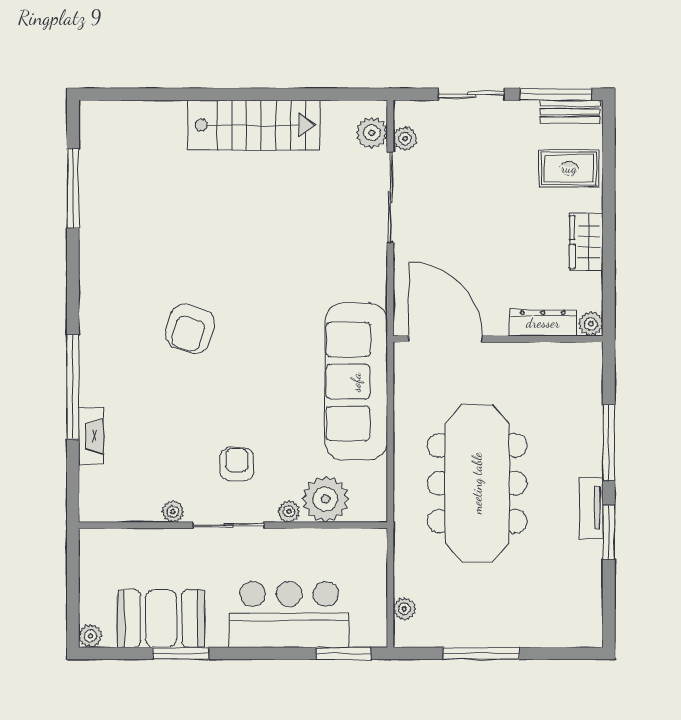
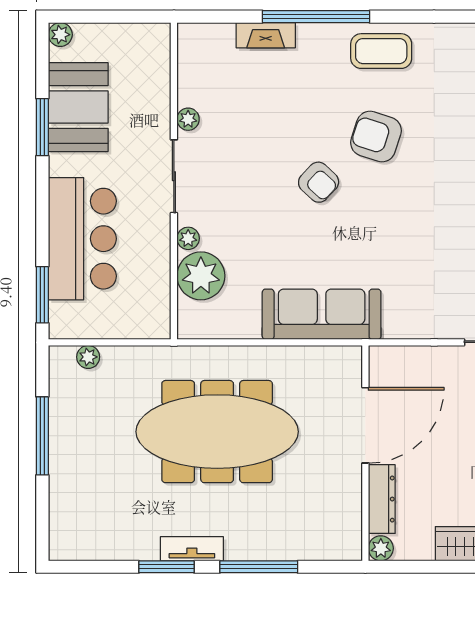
coffee table: (107, 323) -> (381, 51), added
door: (446, 339) -> (365, 425), moved
sofa: (356, 382) -> (322, 314), width x0.74, depth x0.79
armchair: (237, 464) -> (319, 182), moved, turned 43

